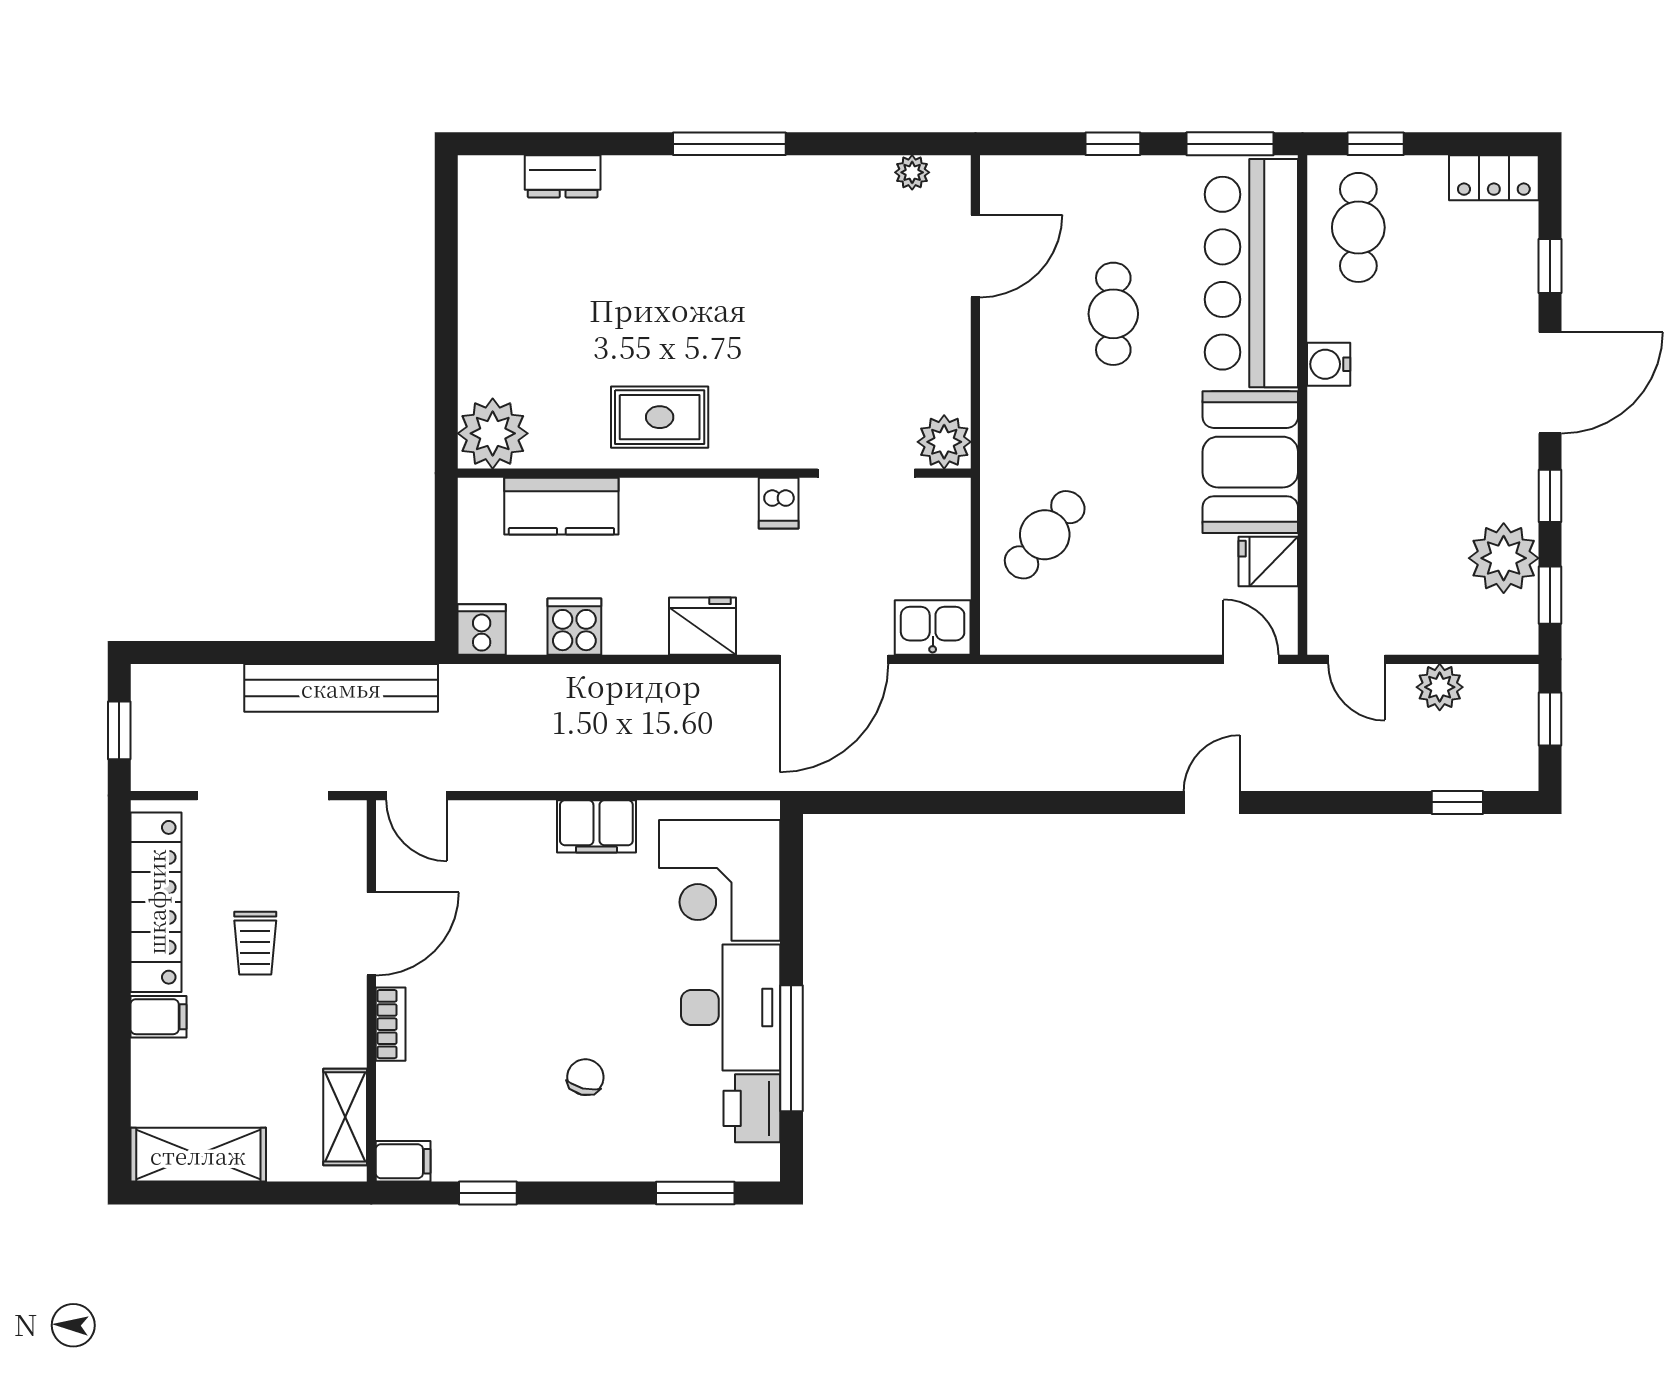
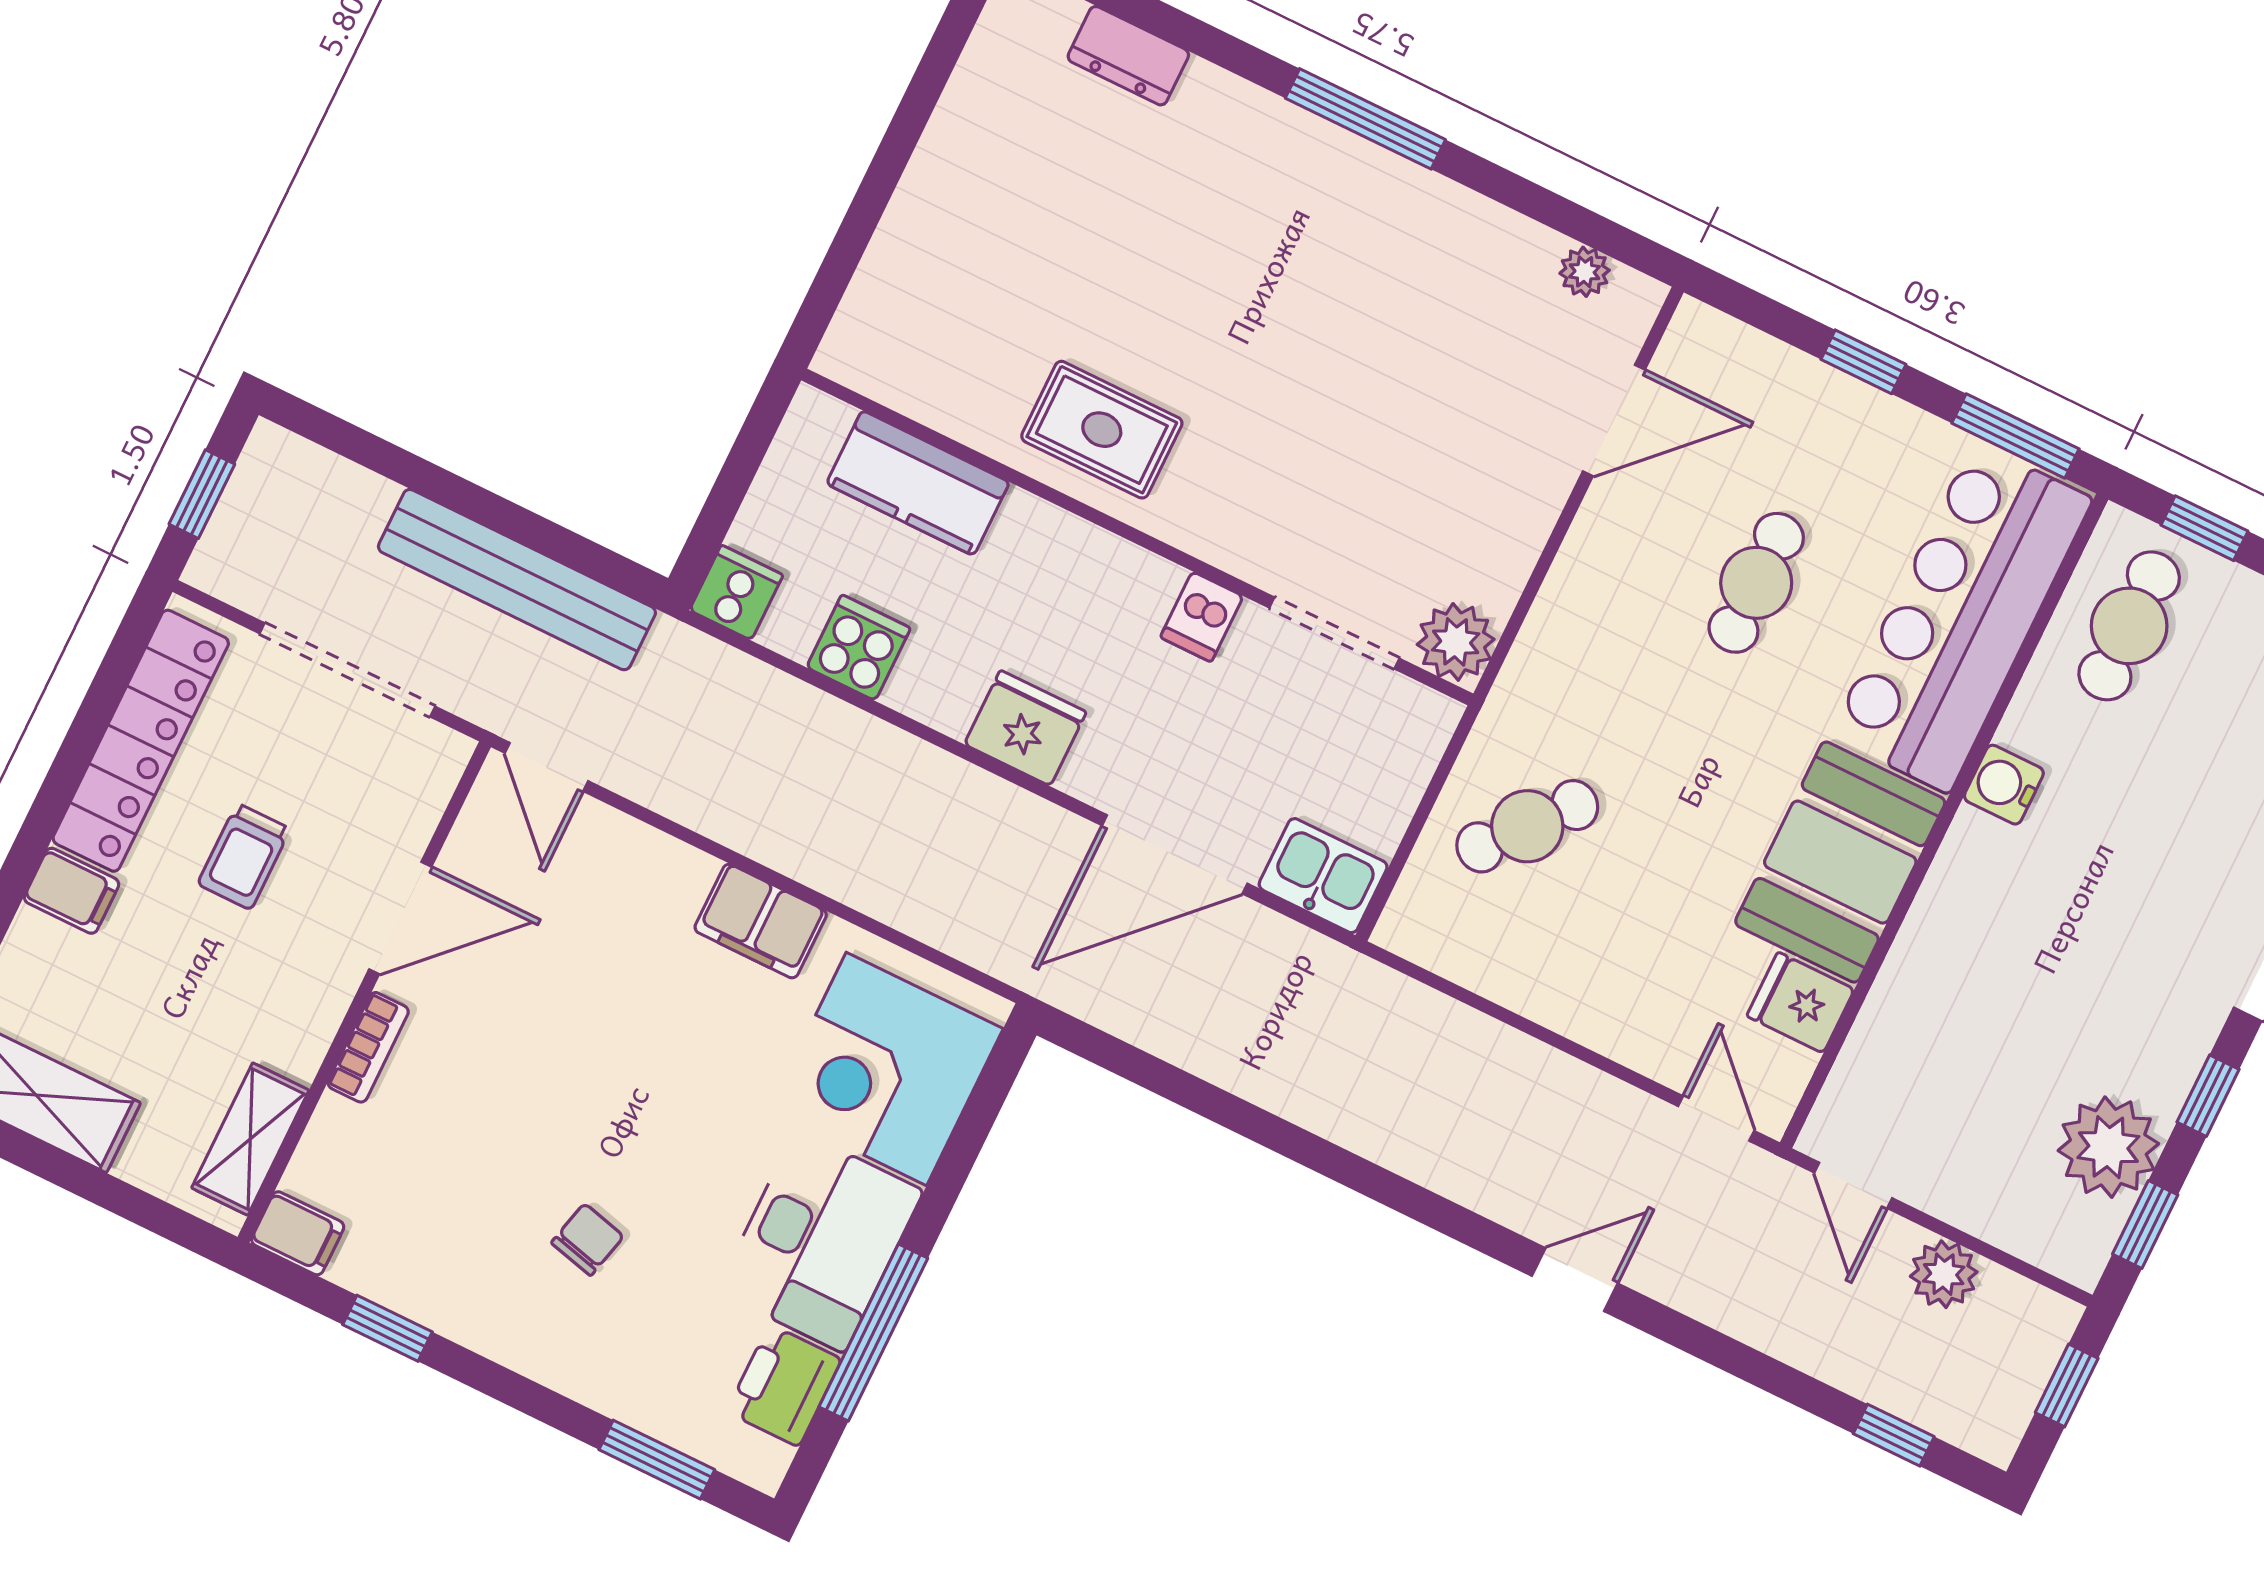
plant: (493, 433) -> (875, 345), removed

